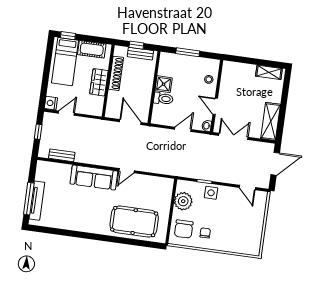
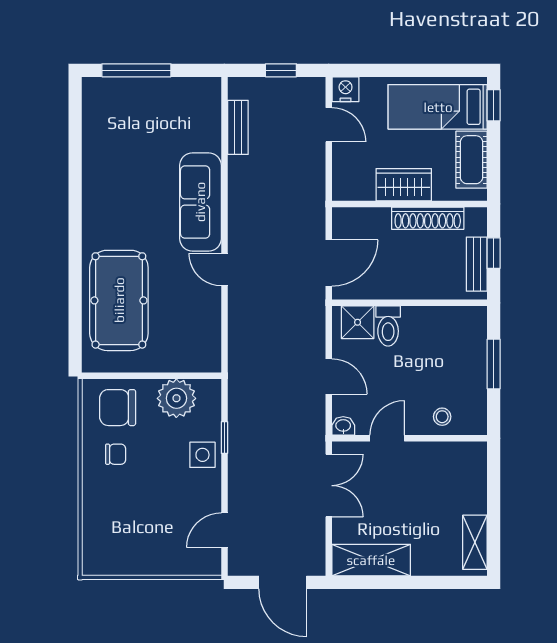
shower: (164, 84) -> (358, 322), moved
tv unit: (37, 201) -> (135, 88), removed

